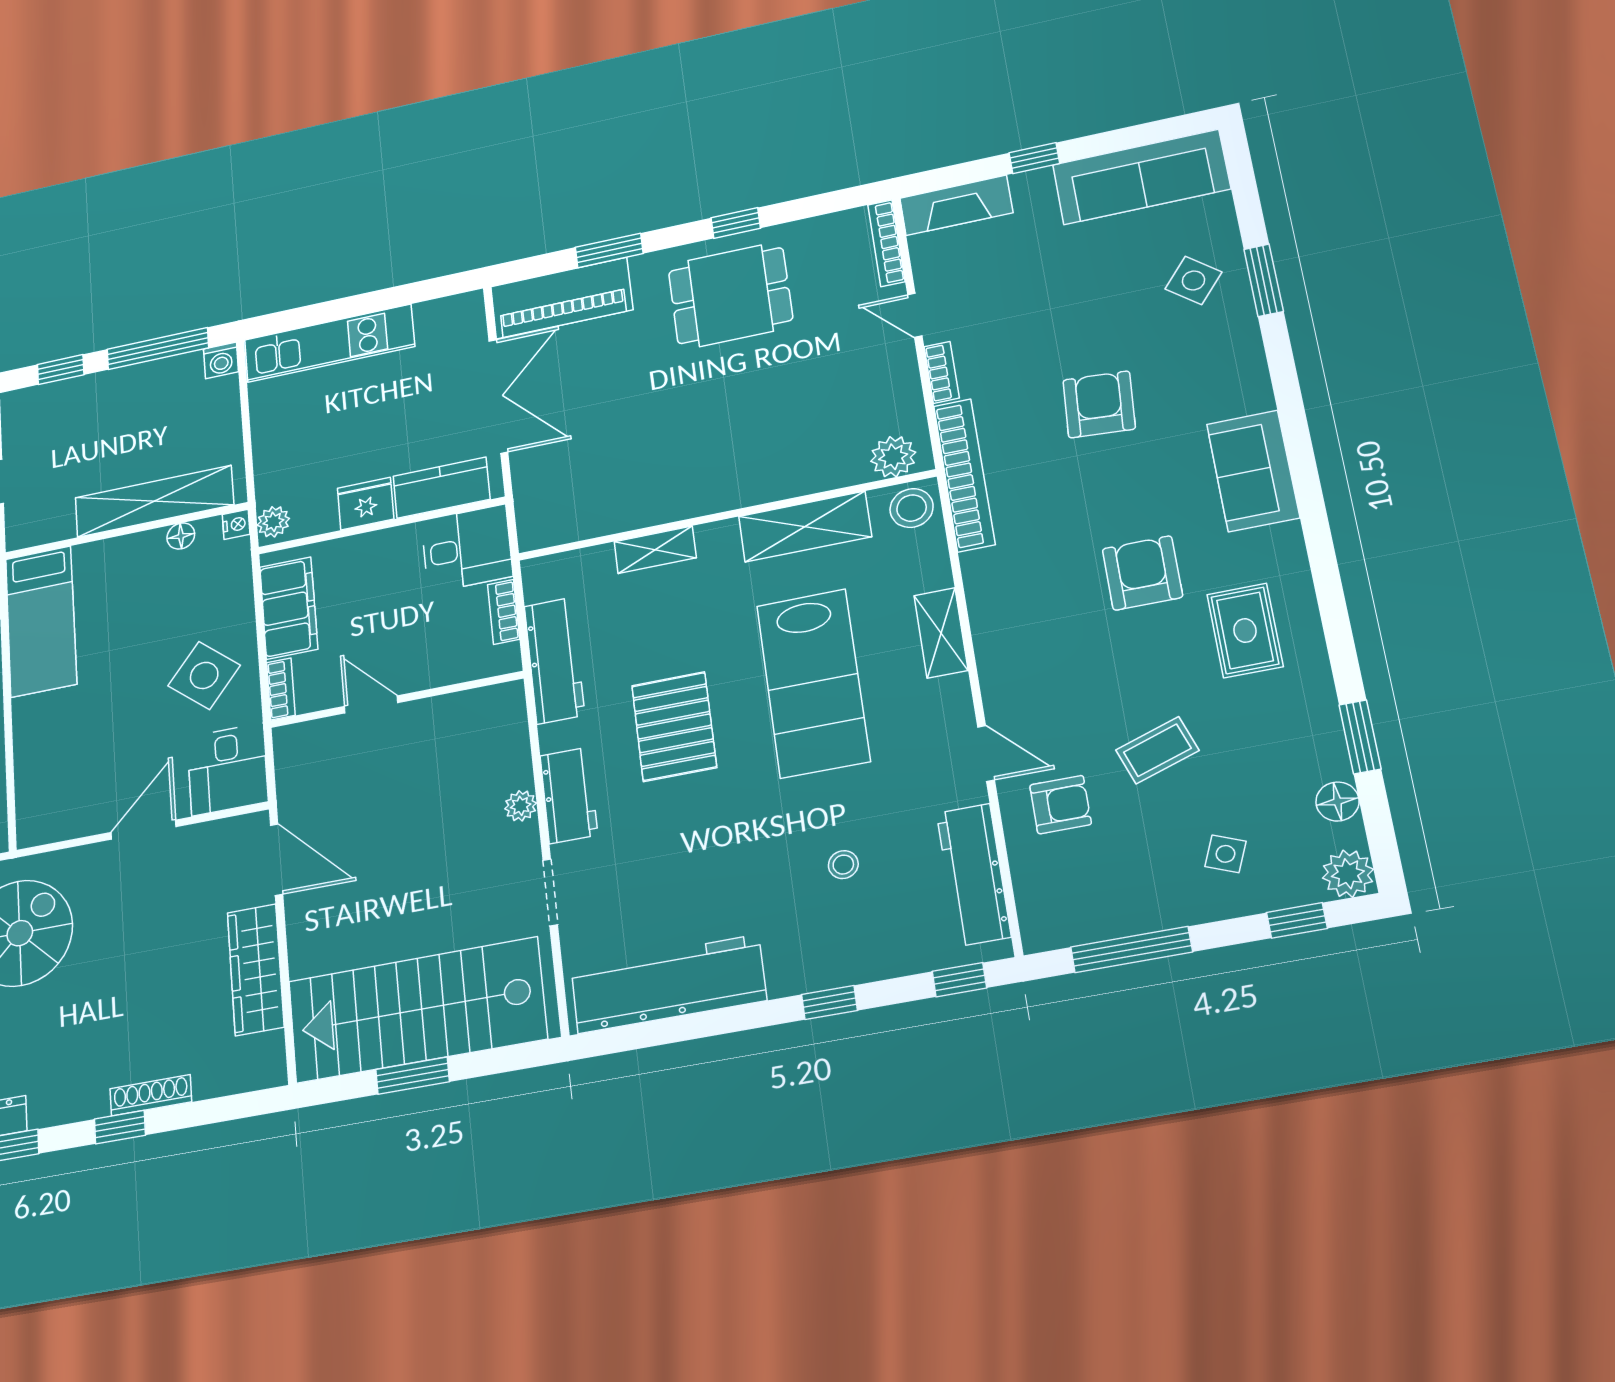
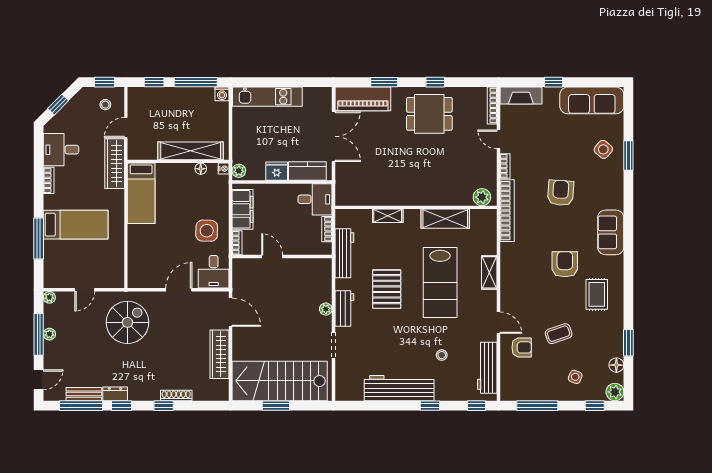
stool: (912, 508) -> (486, 220), removed
side table: (204, 675) -> (207, 231), turned -38
workbench: (668, 984) -> (399, 388), moved

